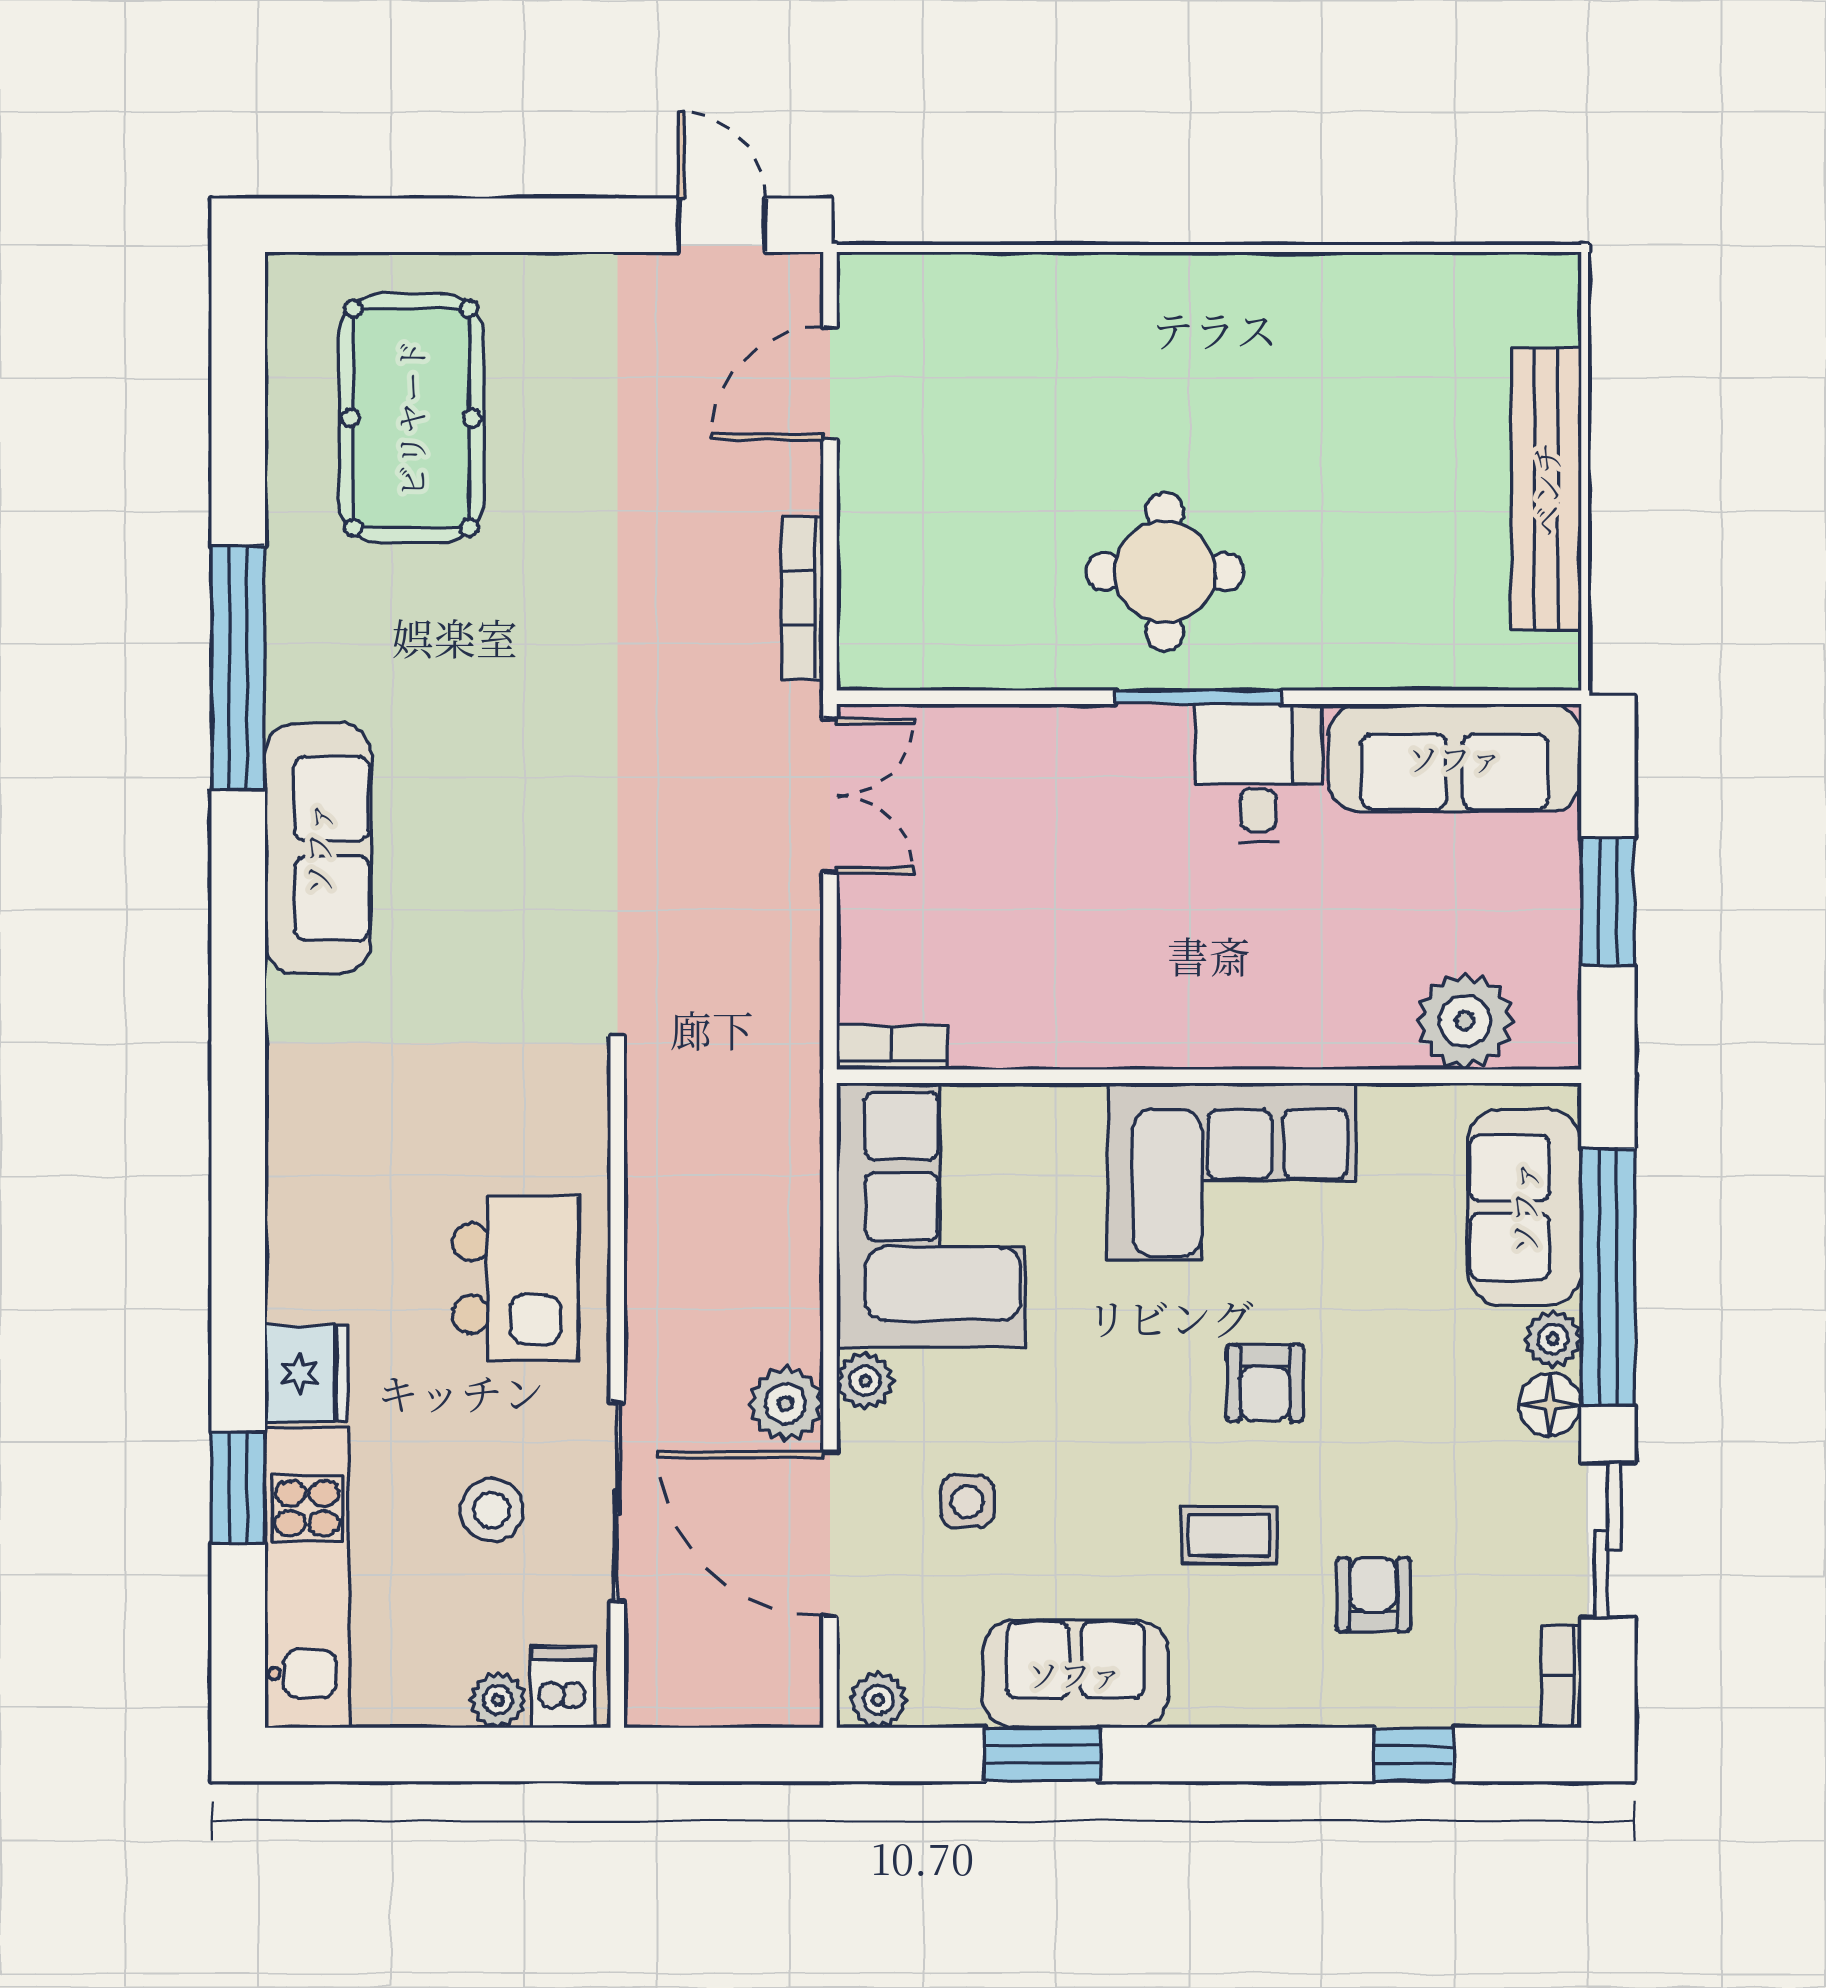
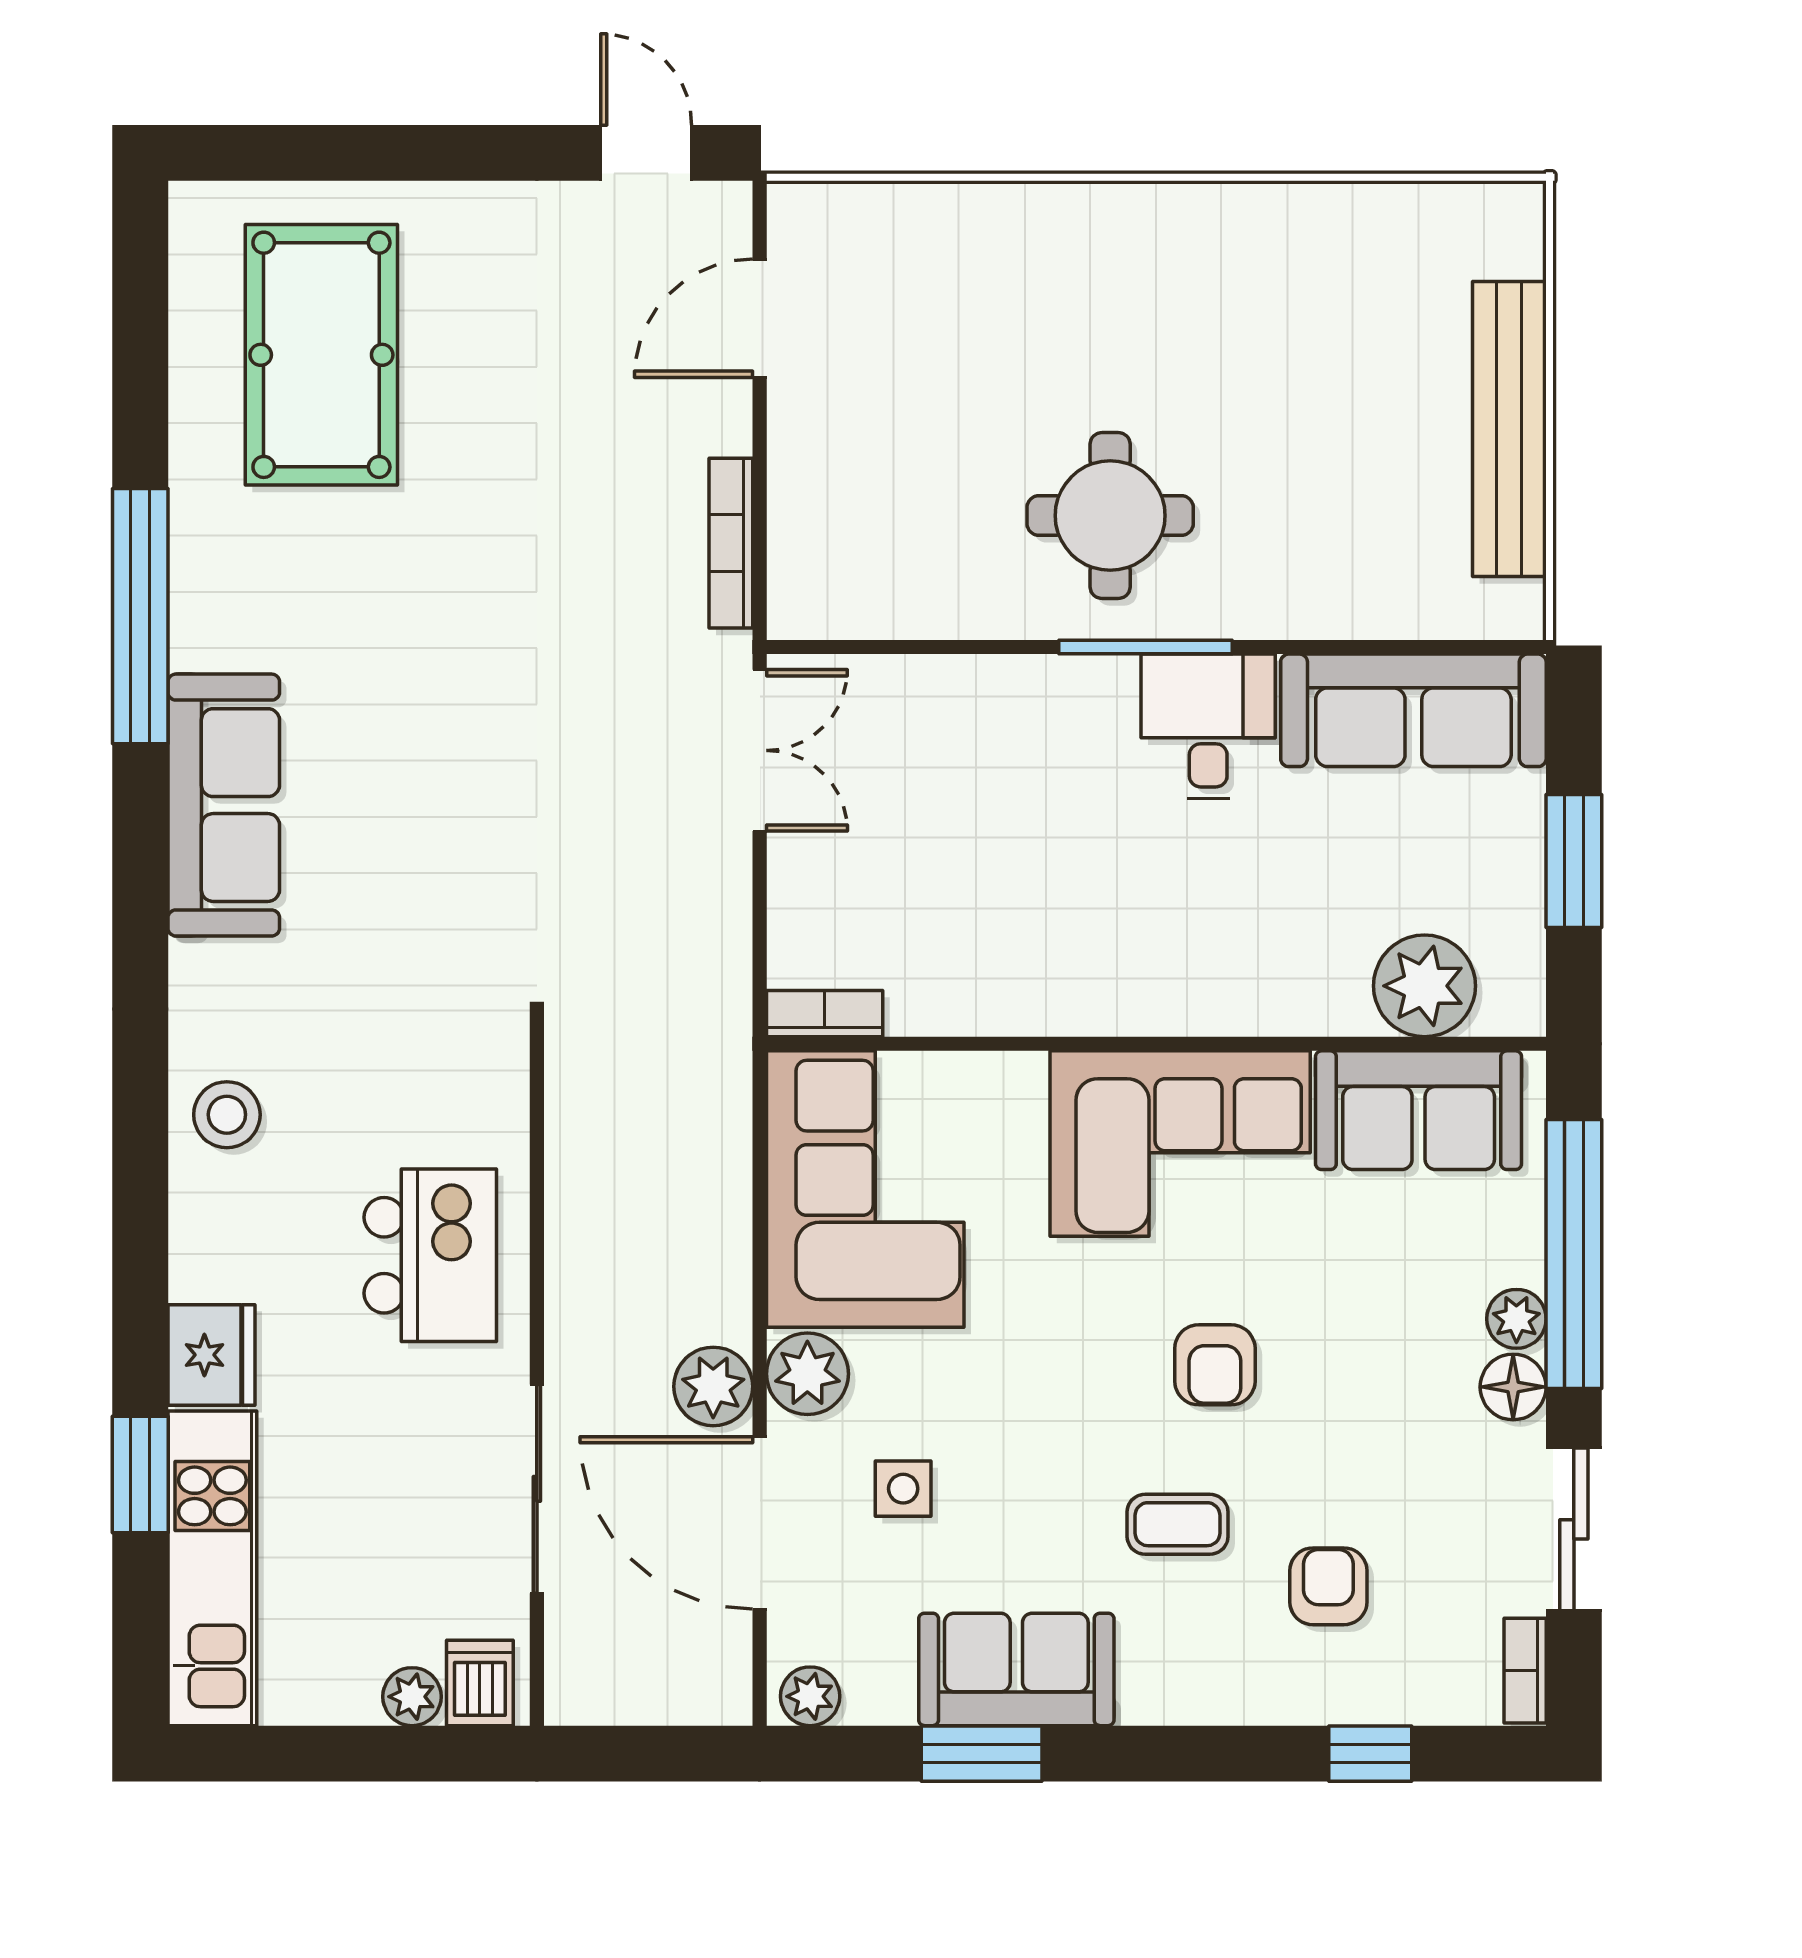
sofa: (1524, 1207) -> (1419, 1110), moved, turned -90
plant: (865, 1381) -> (807, 1374), width x1.38, depth x1.38
stool: (492, 1510) -> (227, 1115), moved

